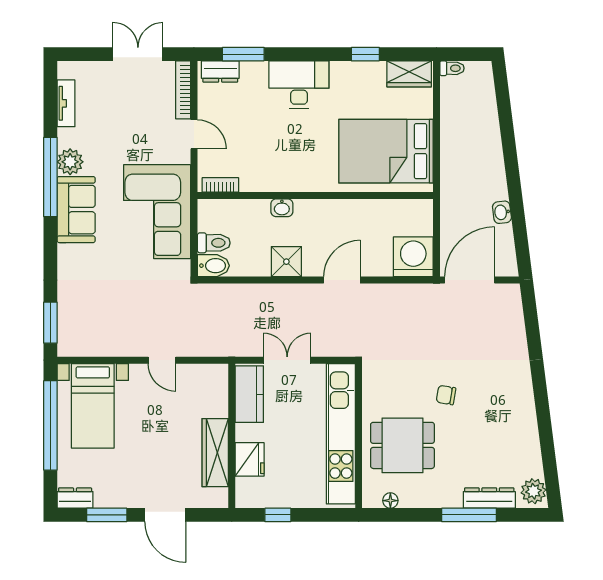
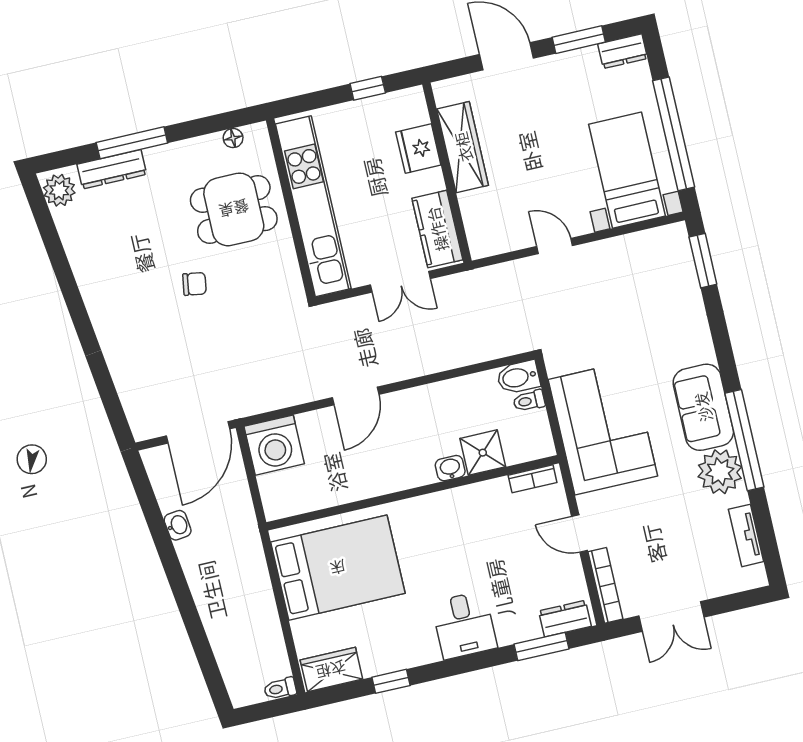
desk: (299, 84) -> (464, 625), width x0.73
plant: (70, 162) -> (720, 472), width x1.36, depth x1.36
toilet: (214, 243) -> (529, 401), width x0.73, depth x0.72
shower: (286, 262) -> (483, 453), moved

